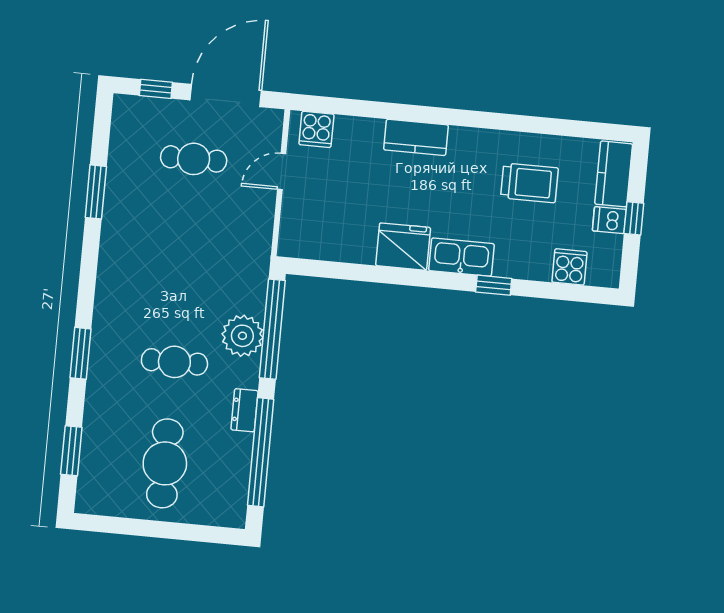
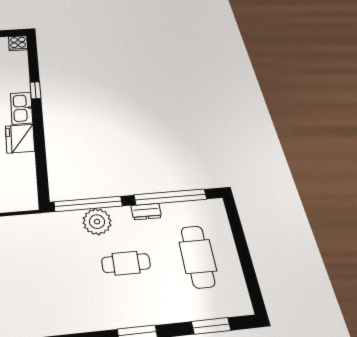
cooker: (569, 267) -> (18, 43), moved, turned -90
cafe table: (174, 362) -> (126, 263), turned 90
cafe table: (165, 463) -> (198, 256), turned 90

